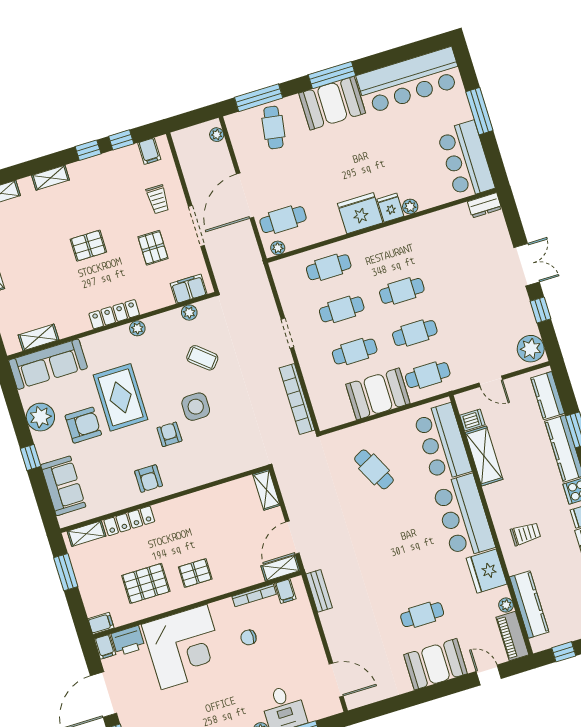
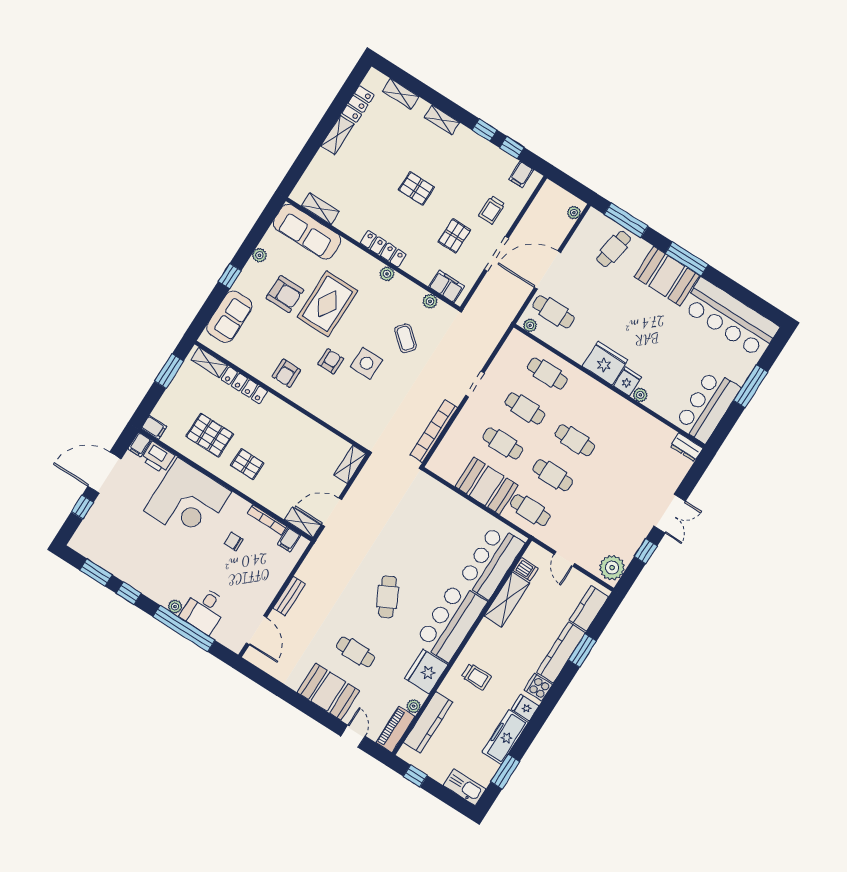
plant: (40, 417) -> (259, 255), width x0.53, depth x0.53
cafe table: (374, 469) -> (388, 597), moved
bench: (319, 591) -> (289, 596), moved

